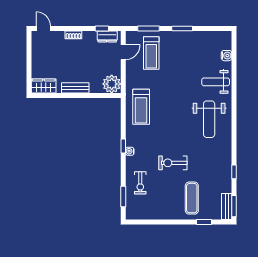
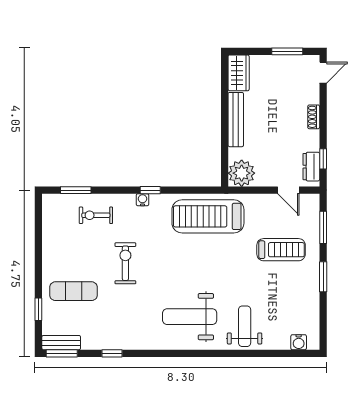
window: (29, 53) -> (287, 51), added
treadmill: (151, 53) -> (281, 250), moved, turned 180
water cooler: (226, 56) -> (299, 342), moved
bench: (75, 88) -> (236, 120), width x1.36
treadmill: (141, 107) -> (208, 216), width x1.37, depth x1.38

